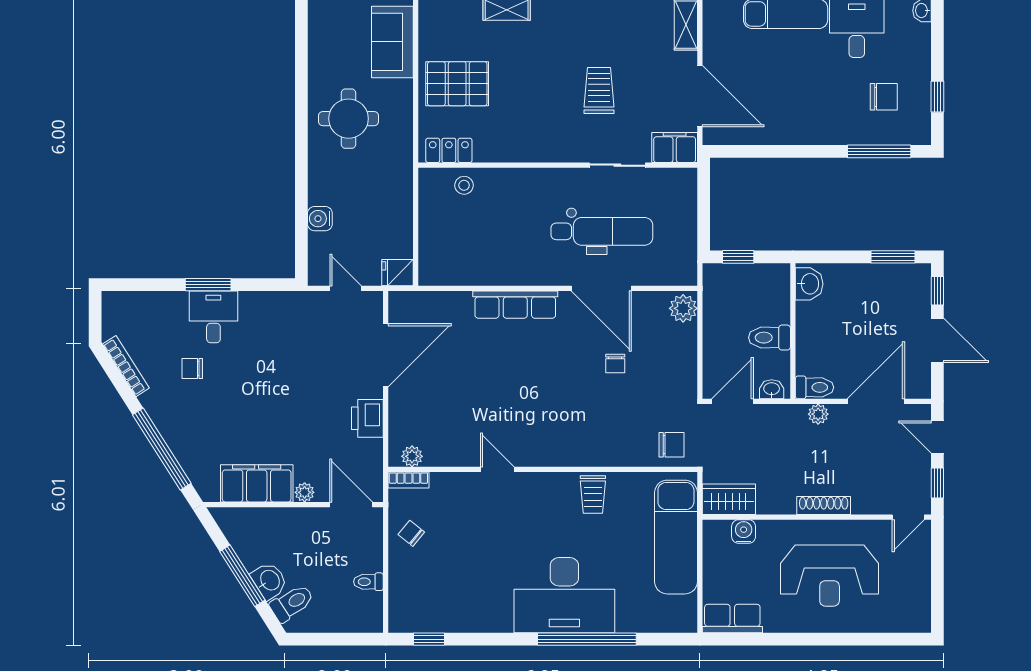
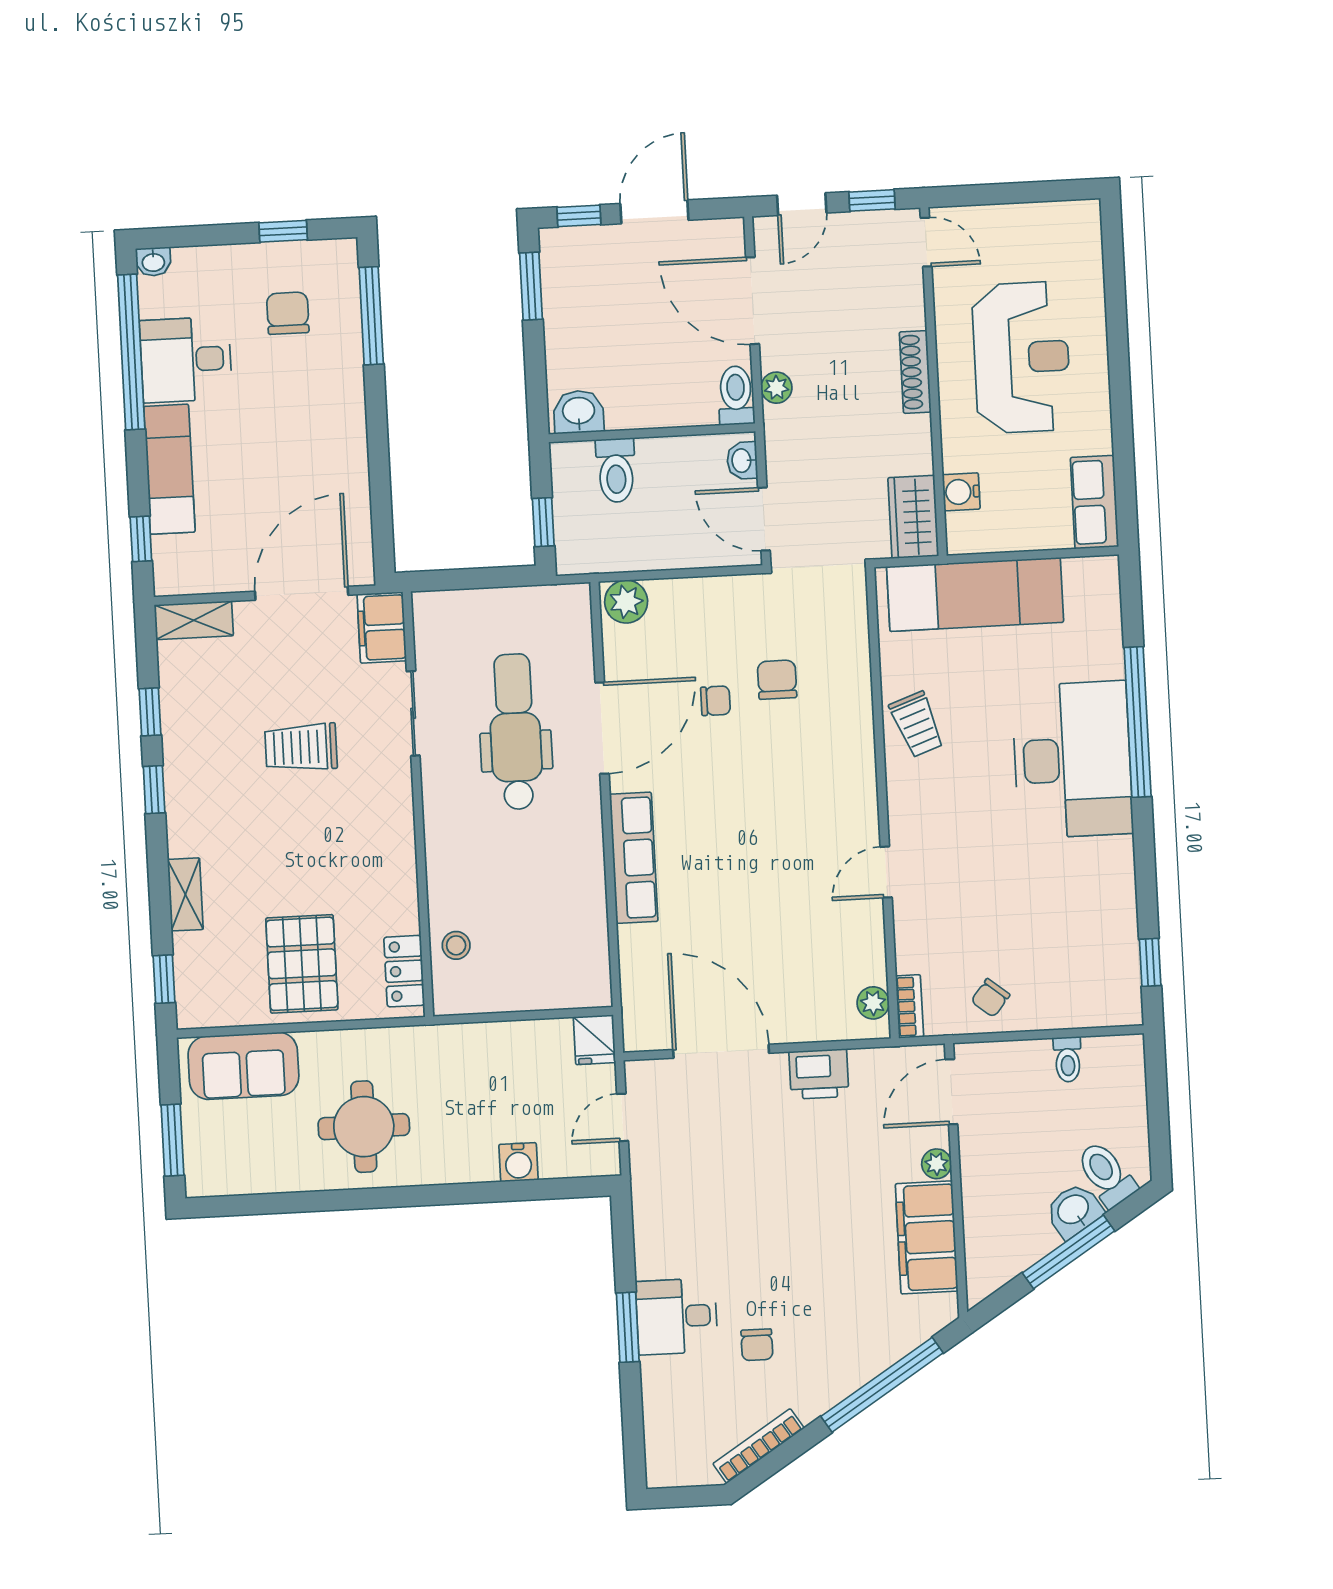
toilet: (770, 338) -> (616, 470), moved
chair: (672, 445) -> (777, 680), moved
trolley: (593, 494) -> (917, 724), turned 70

